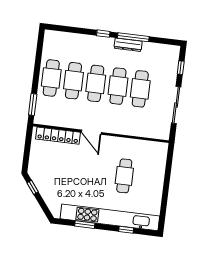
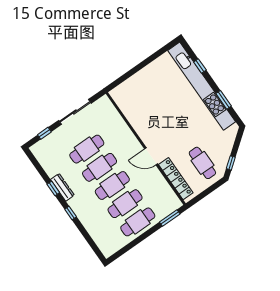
window: (133, 37) -> (53, 188), width x0.46
door: (91, 132) -> (151, 156), swing flipped
cafe table: (124, 176) -> (202, 163), moved, turned 90

